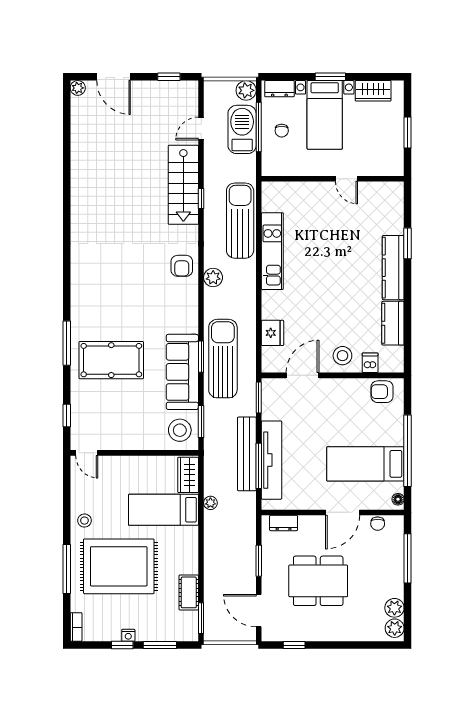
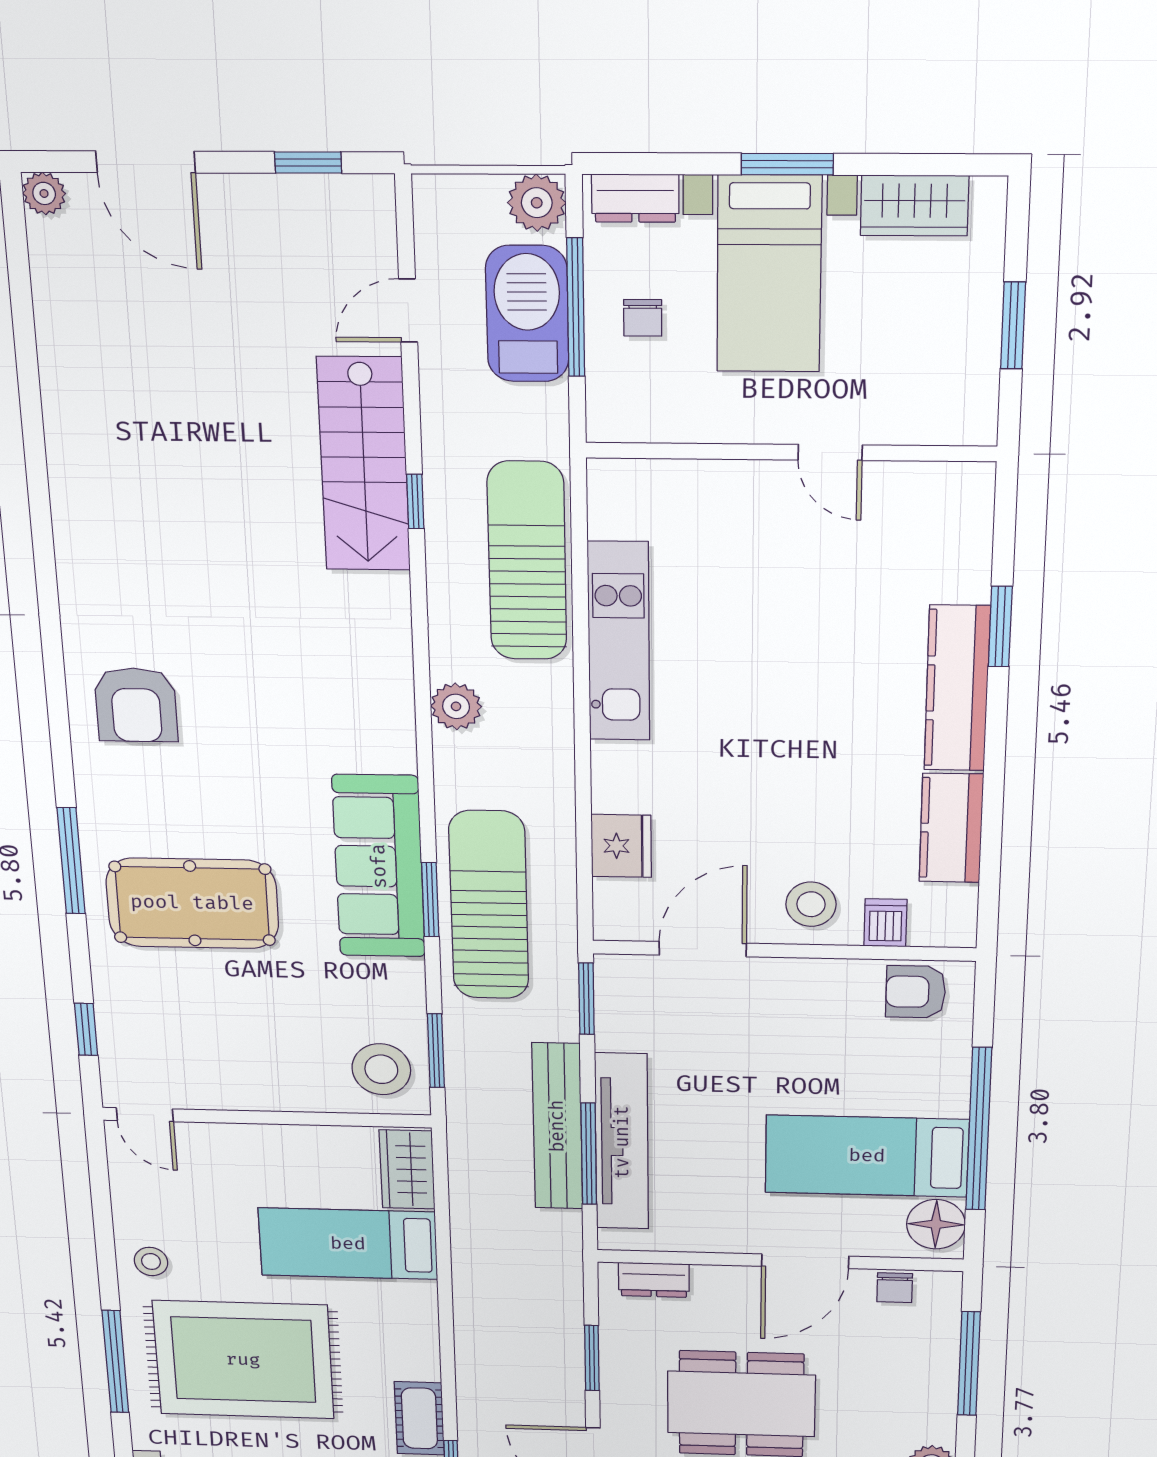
armchair: (182, 266) -> (136, 705), moved, width x1.38, depth x1.38
sofa: (182, 372) -> (379, 866), moved
floor lamp: (398, 499) -> (936, 1224), width x1.89, depth x1.89
plant: (210, 503) -> (467, 1232), removed

